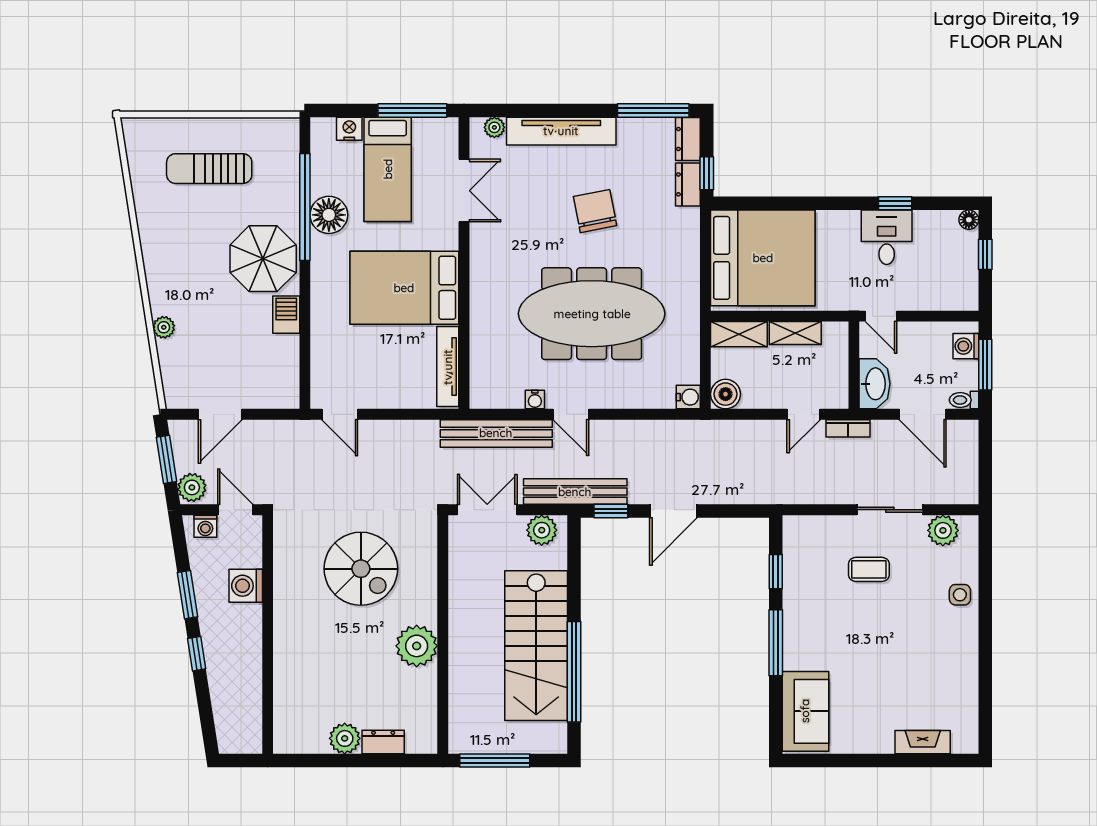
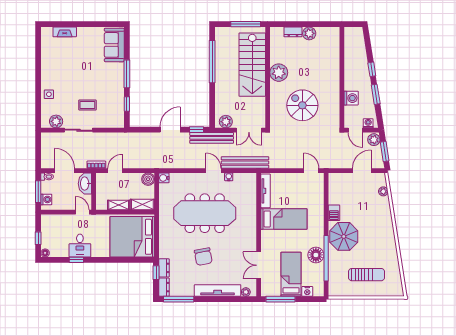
bed: (404, 288) -> (284, 219), width x0.67
plant: (164, 327) -> (383, 191), moved
stairs: (536, 646) -> (252, 65), moved, turned 180

